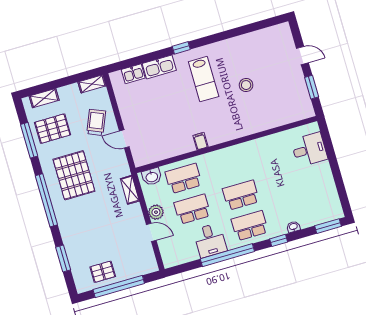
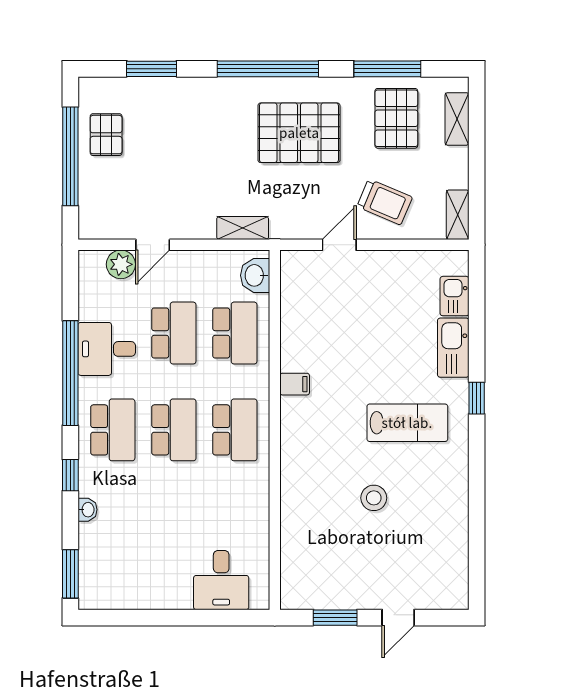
lab bench: (204, 79) -> (407, 423), turned 180
school desk: (232, 164) -> (235, 430), added
plant: (156, 212) -> (121, 264), moved

